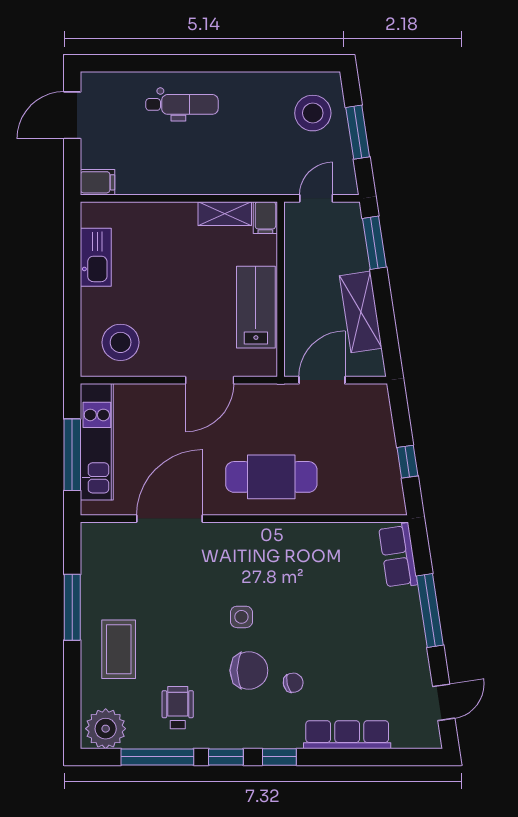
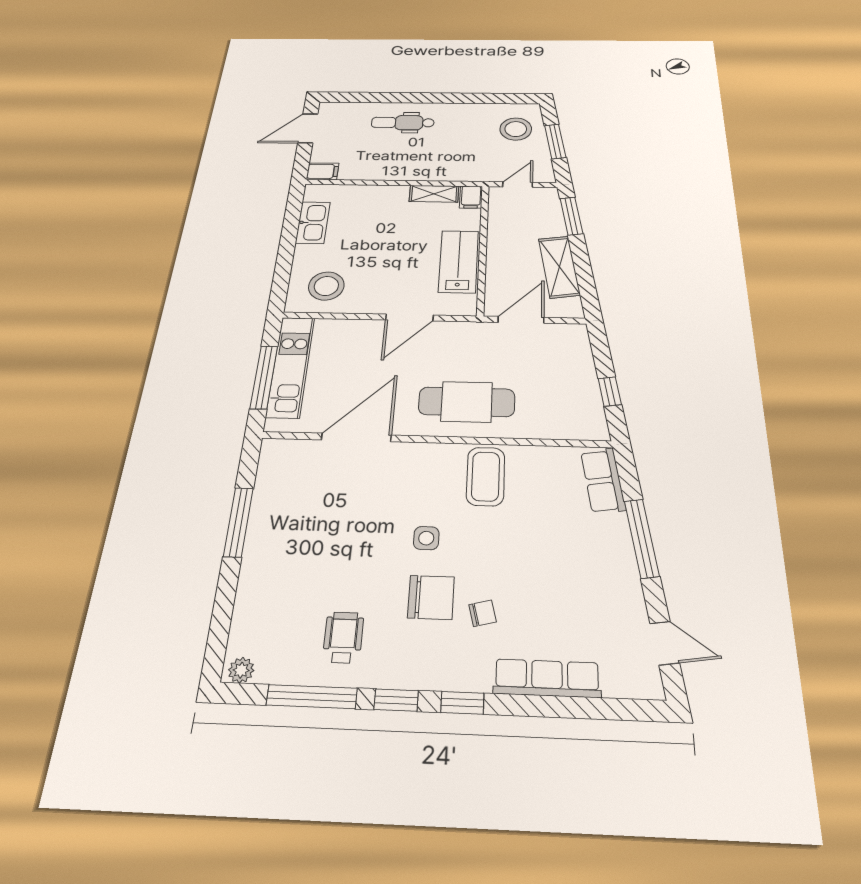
dental chair: (182, 104) -> (403, 123), turned 180
coffee table: (119, 649) -> (486, 476), moved
door: (444, 702) -> (665, 643), hinge flipped
plant: (106, 729) -> (241, 670), width x0.53, depth x0.53

